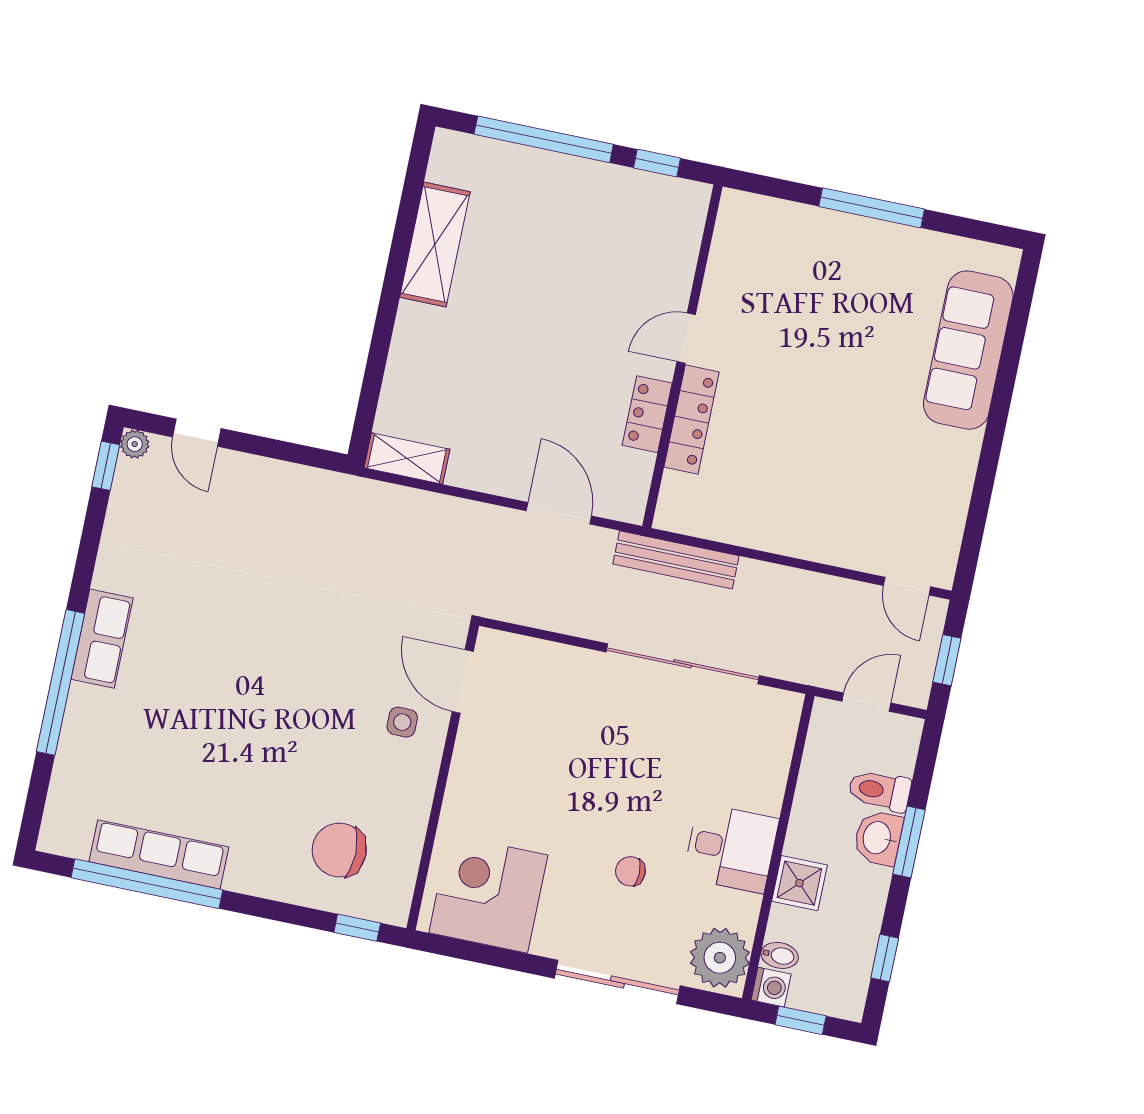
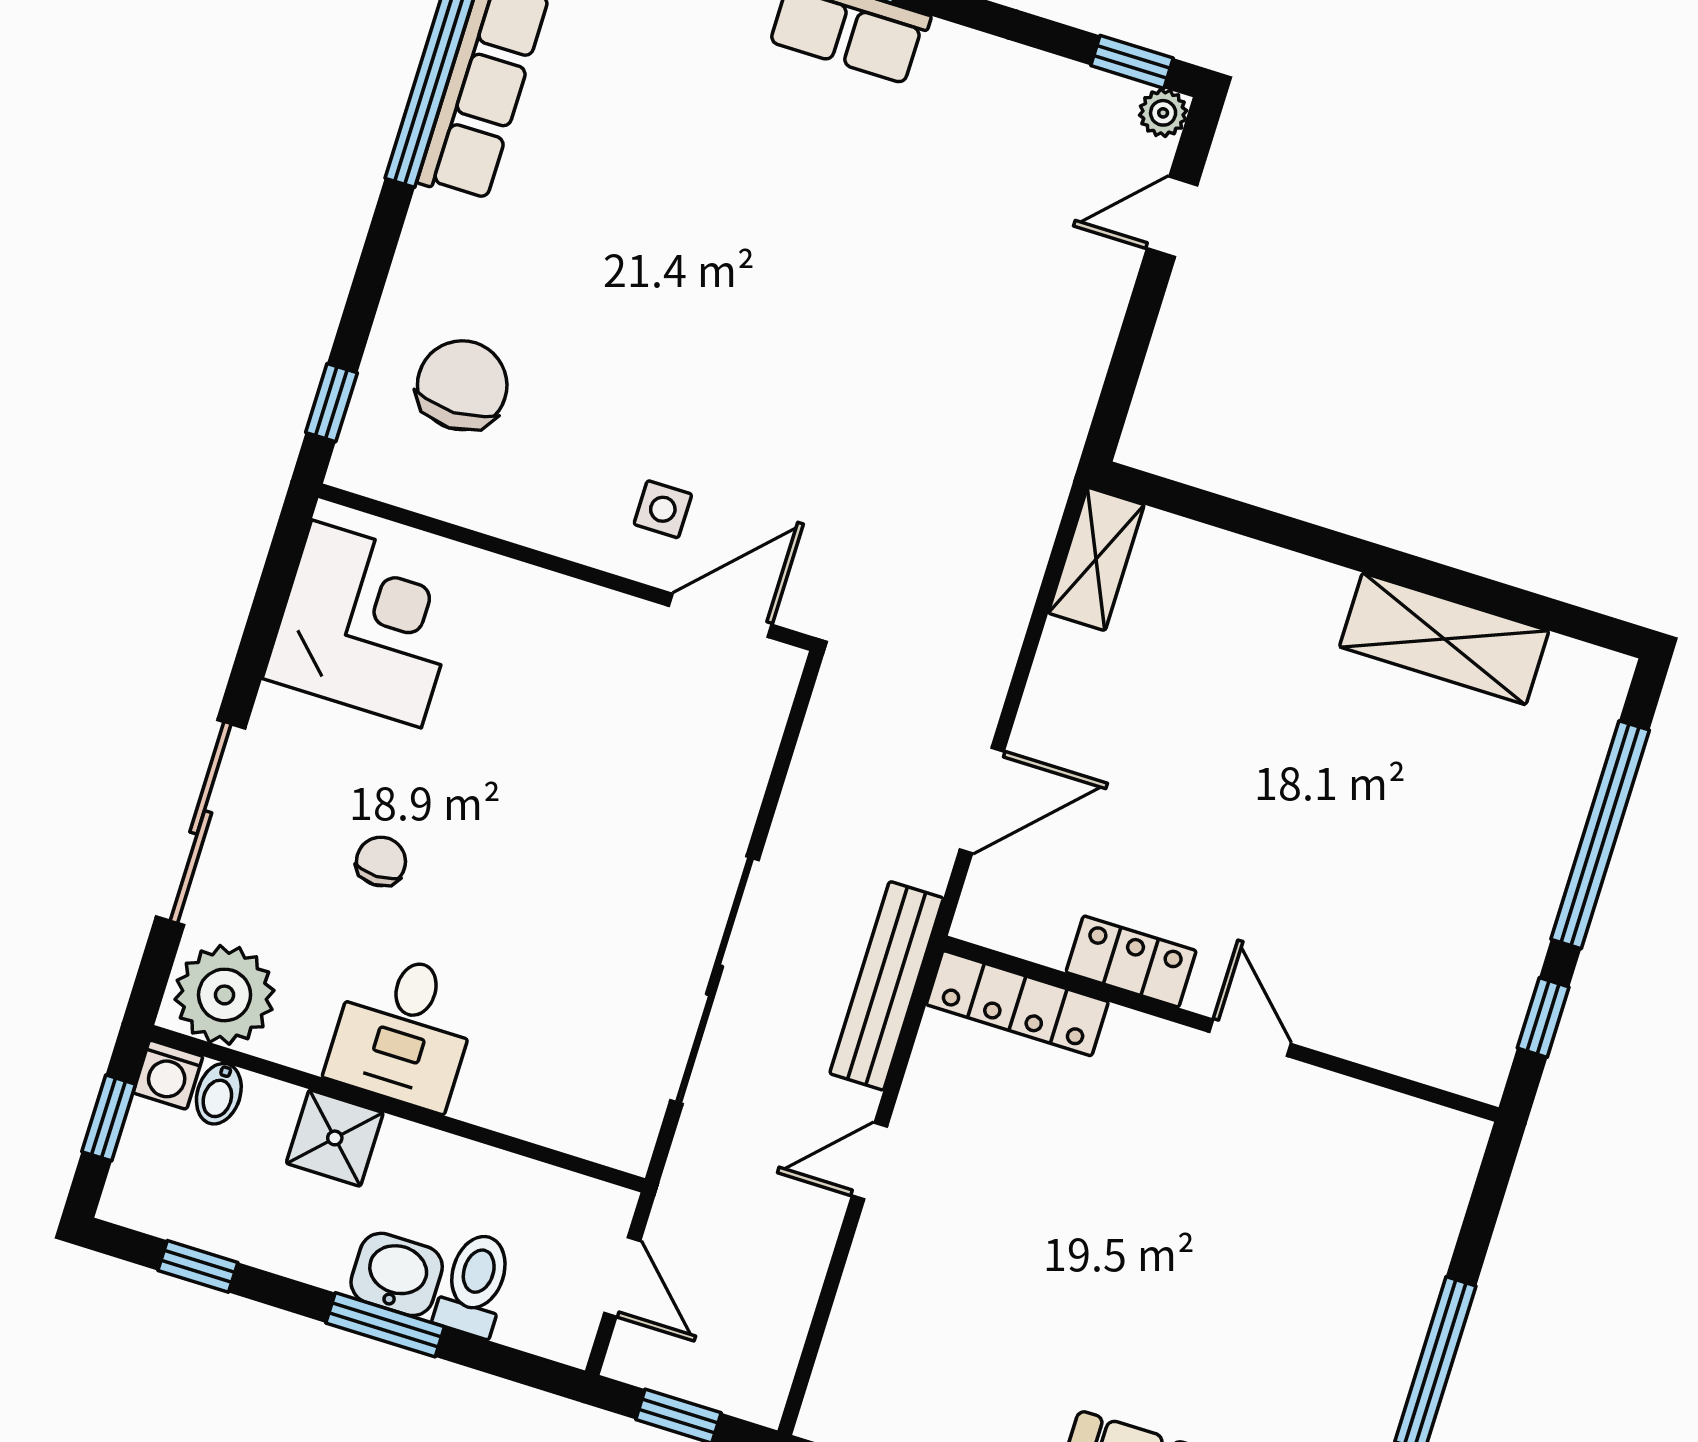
locker: (692, 420) -> (1017, 1003), moved
door: (907, 586) -> (869, 1161), moved

